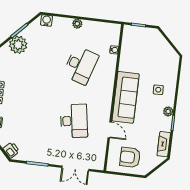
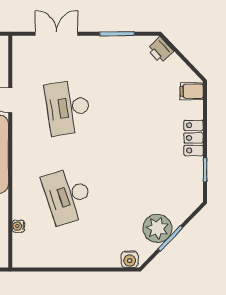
plant: (77, 24) -> (81, 260), removed
plant: (18, 45) -> (157, 228), moved
desk: (81, 65) -> (68, 196), turned -36

